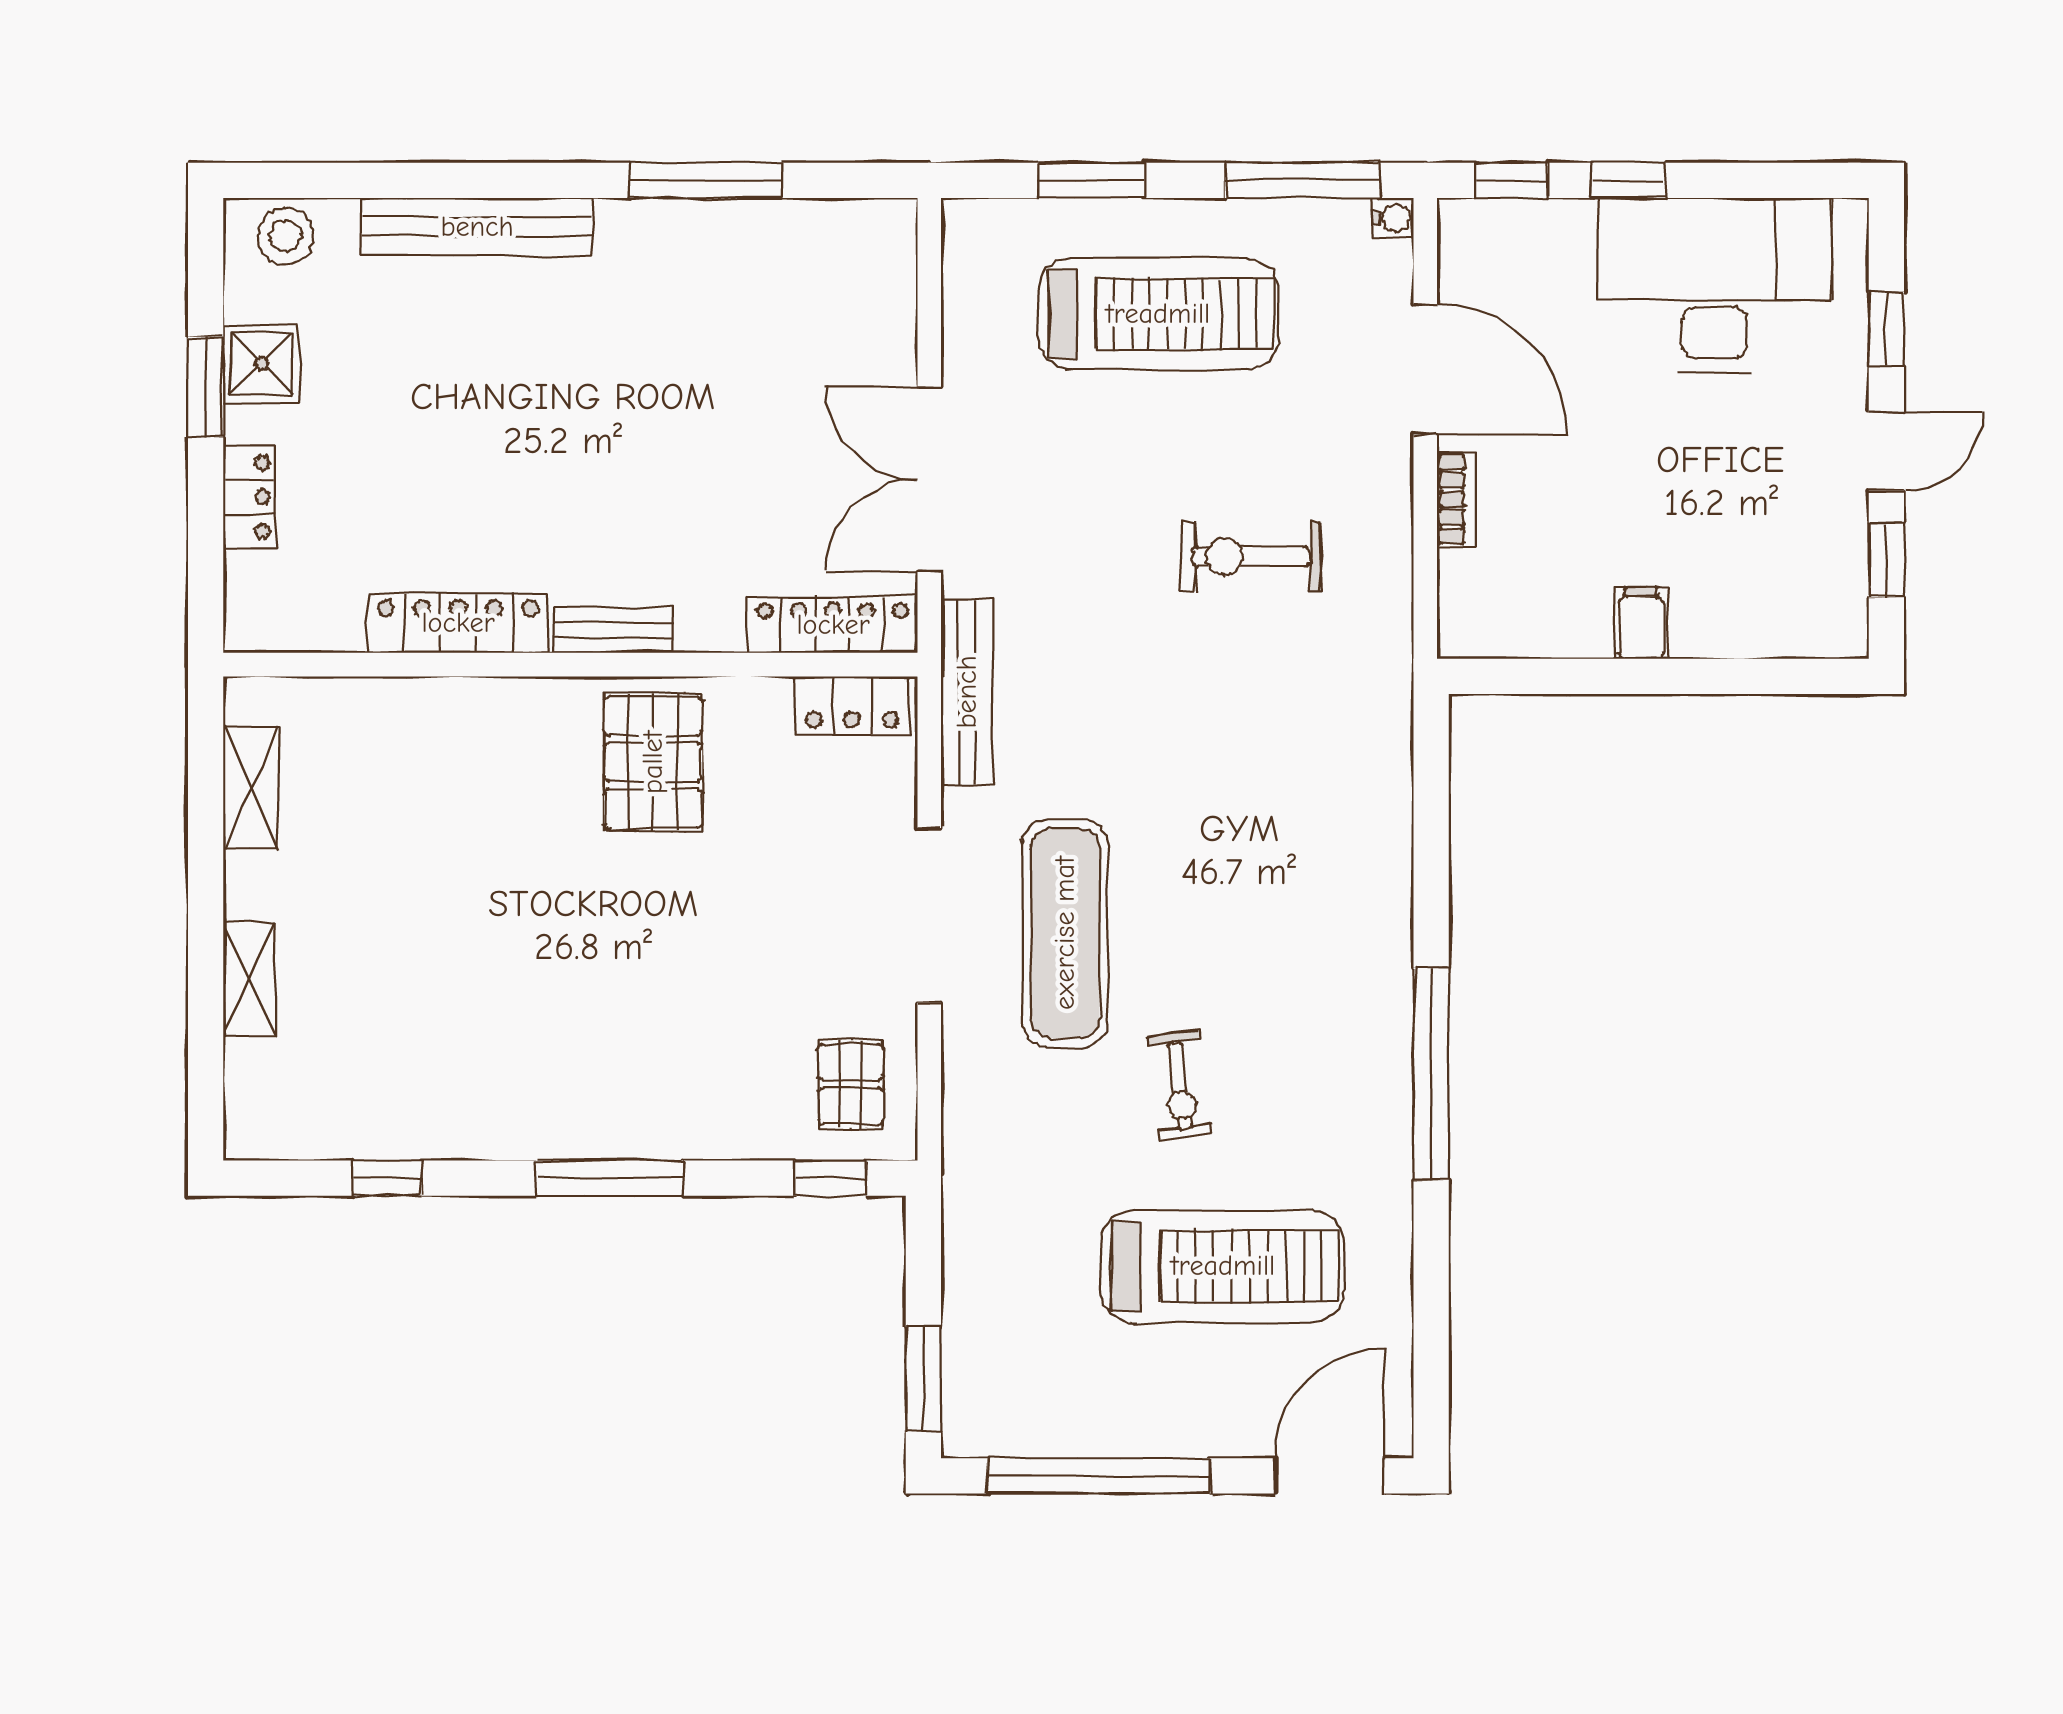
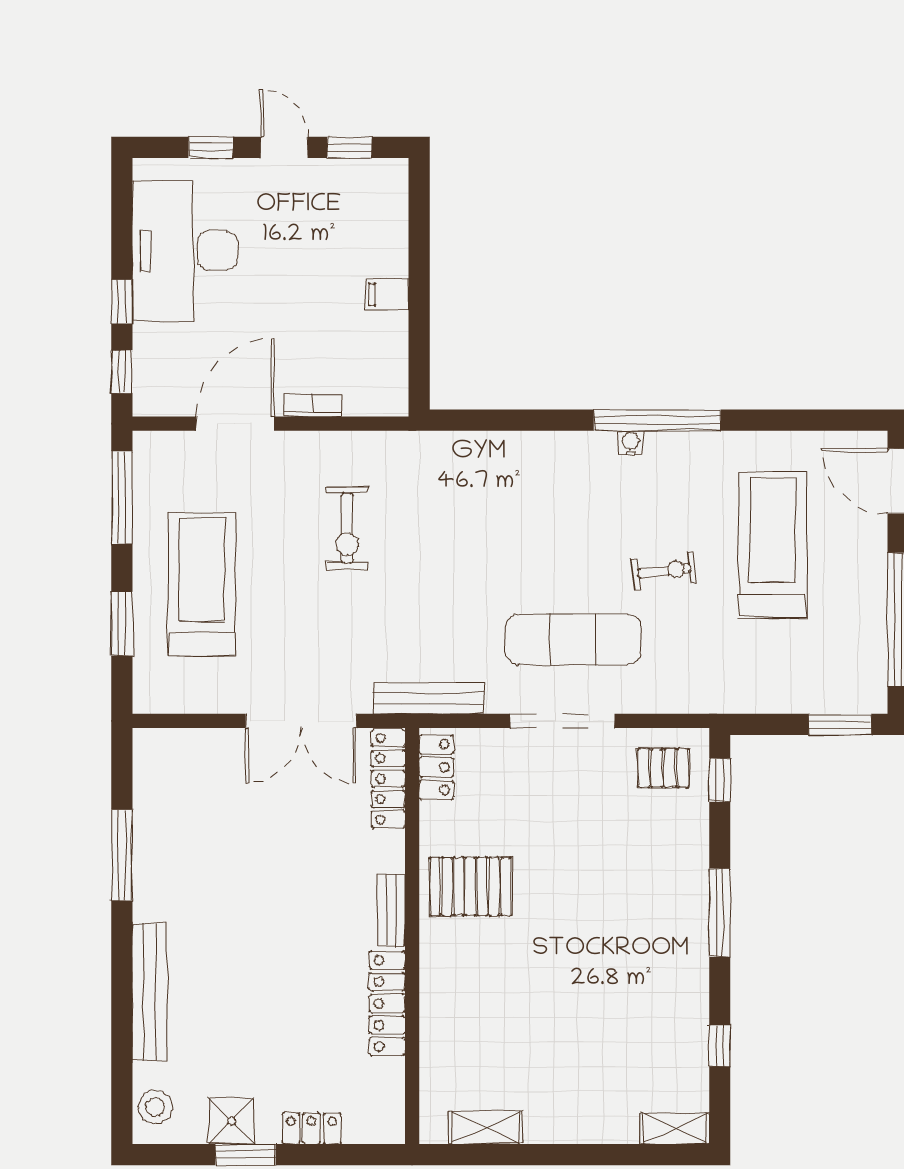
water cooler: (1393, 218) -> (631, 443), moved
shelving: (249, 979) -> (675, 1129), moved

